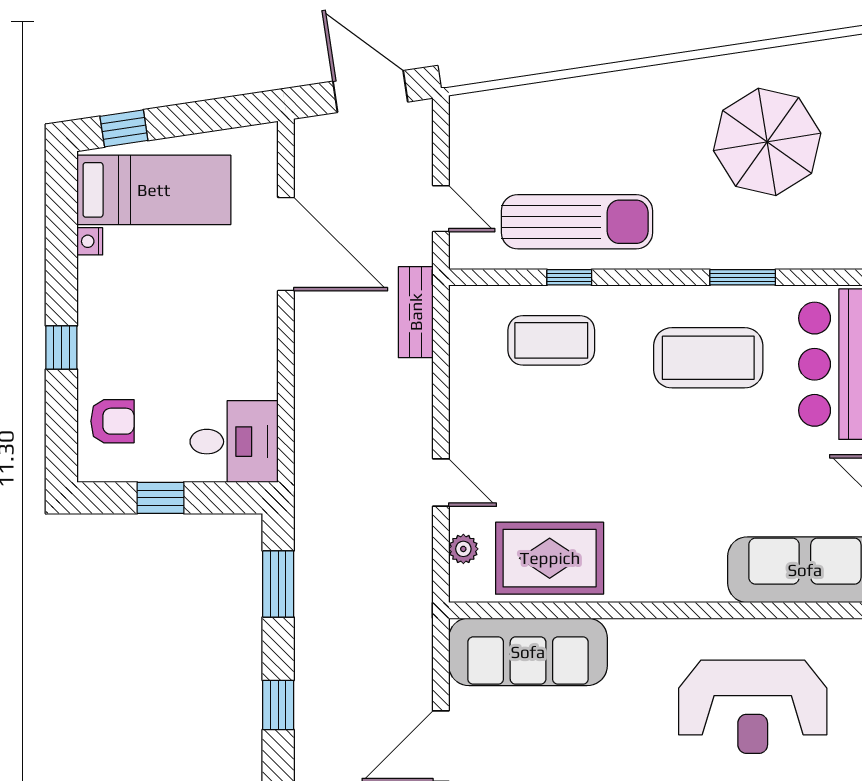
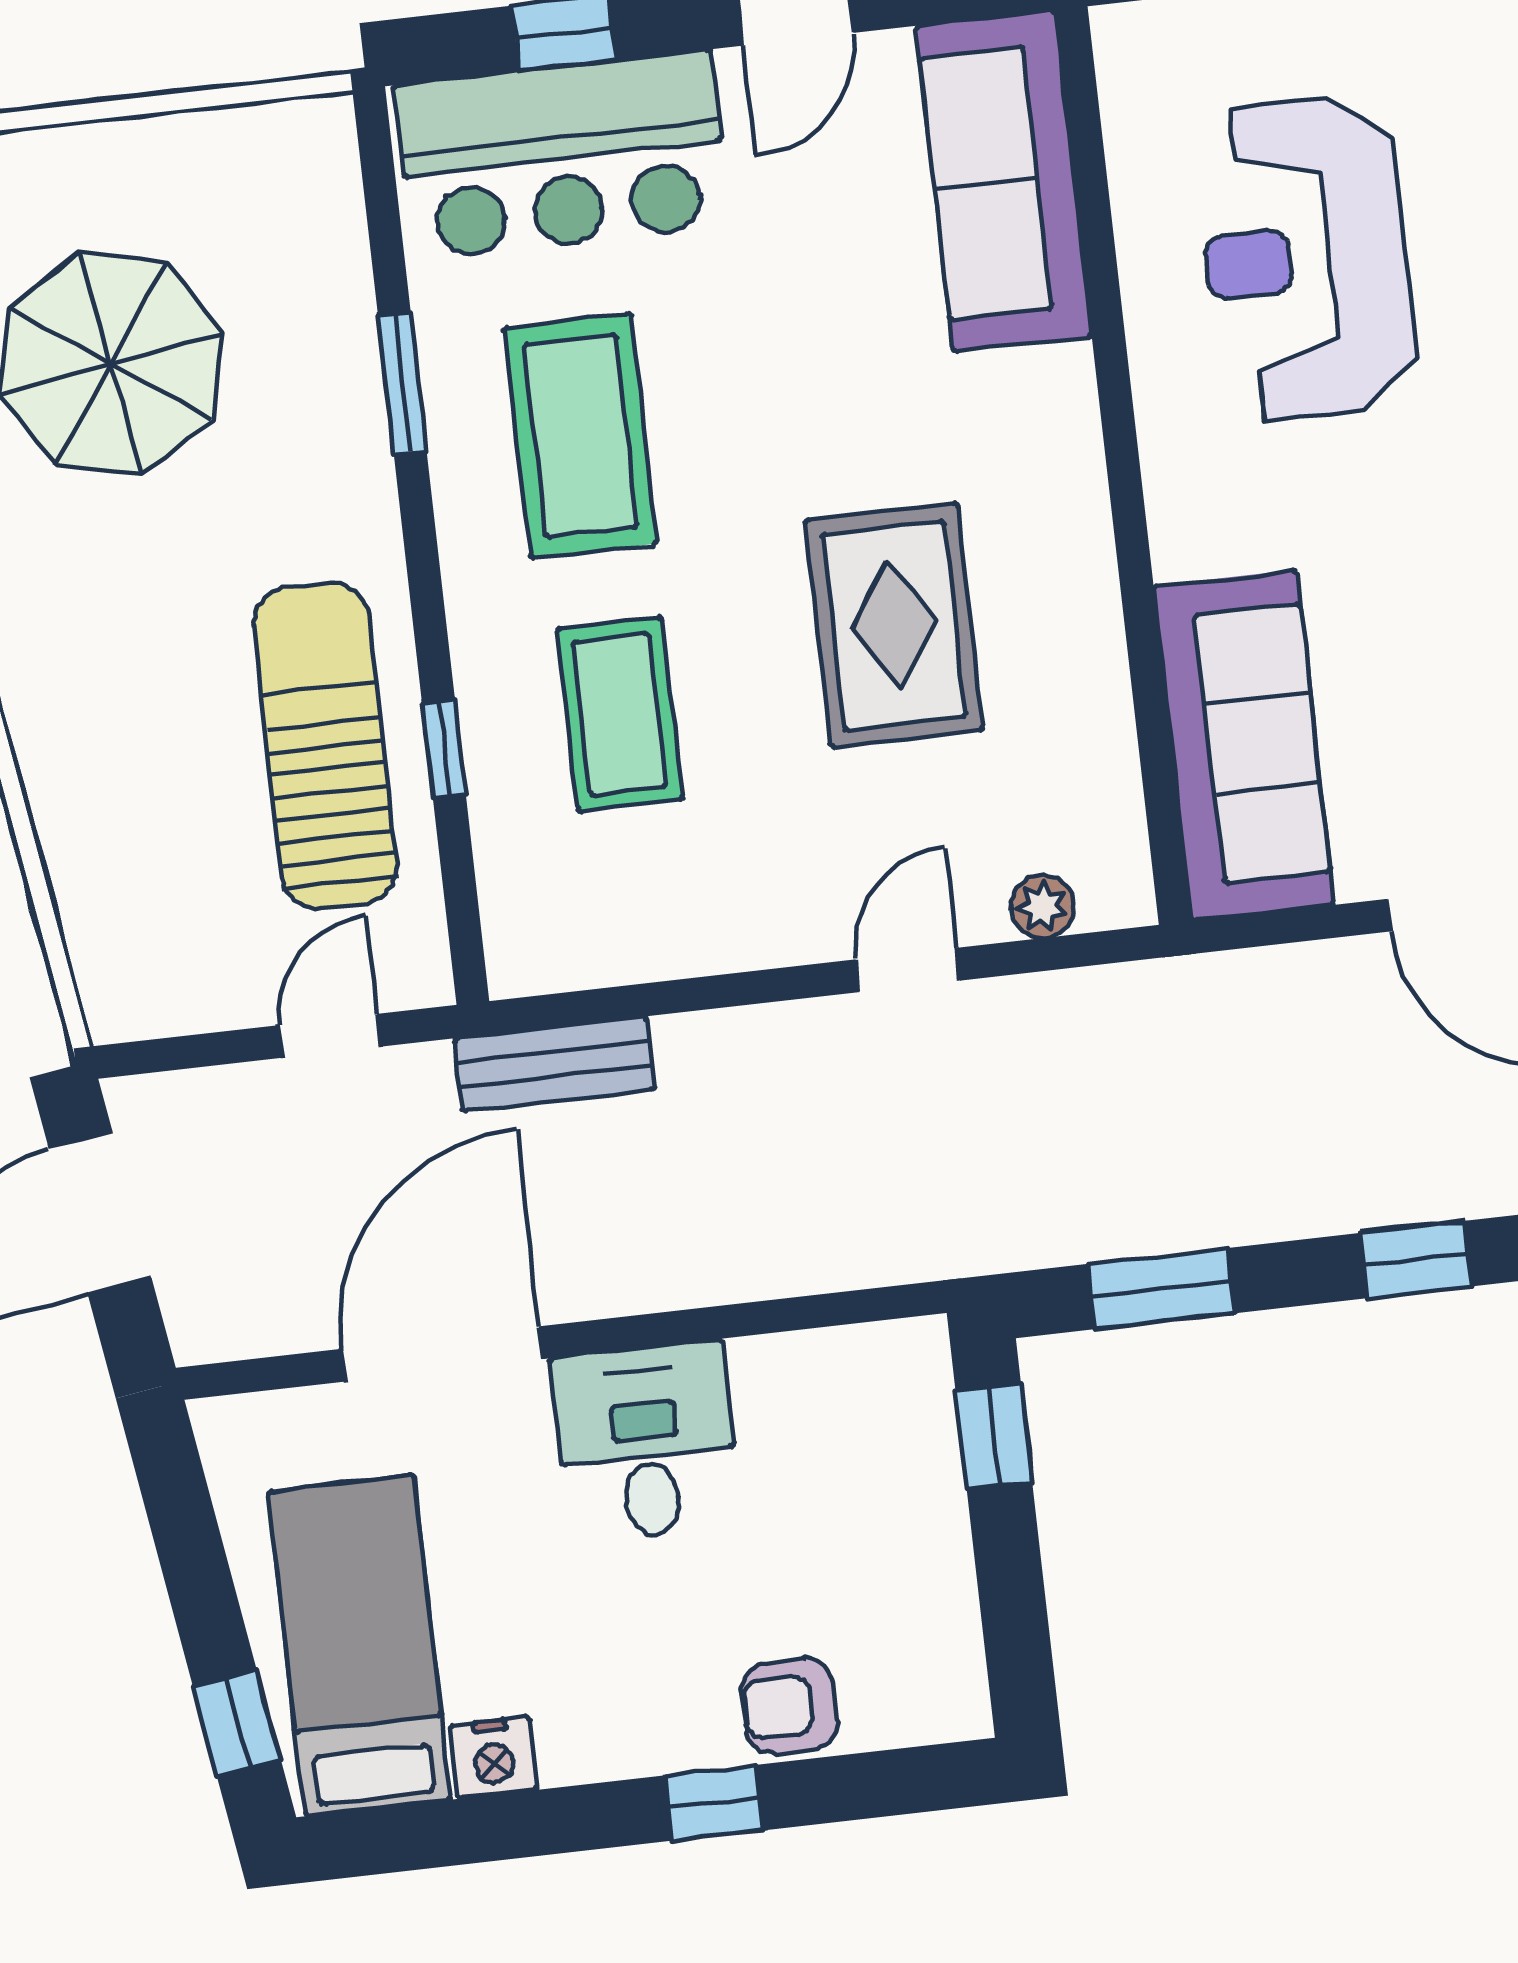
nightstand: (90, 241) -> (493, 1758), width x1.39, depth x1.35
coffee table: (551, 340) -> (619, 714), moved
armchair: (112, 421) -> (789, 1706), moved, turned -90
desk: (234, 442) -> (646, 1442), moved
window: (160, 498) -> (994, 1437), moved
rug: (550, 558) -> (894, 625), moved
reception desk: (753, 707) -> (1306, 258), turned 180

